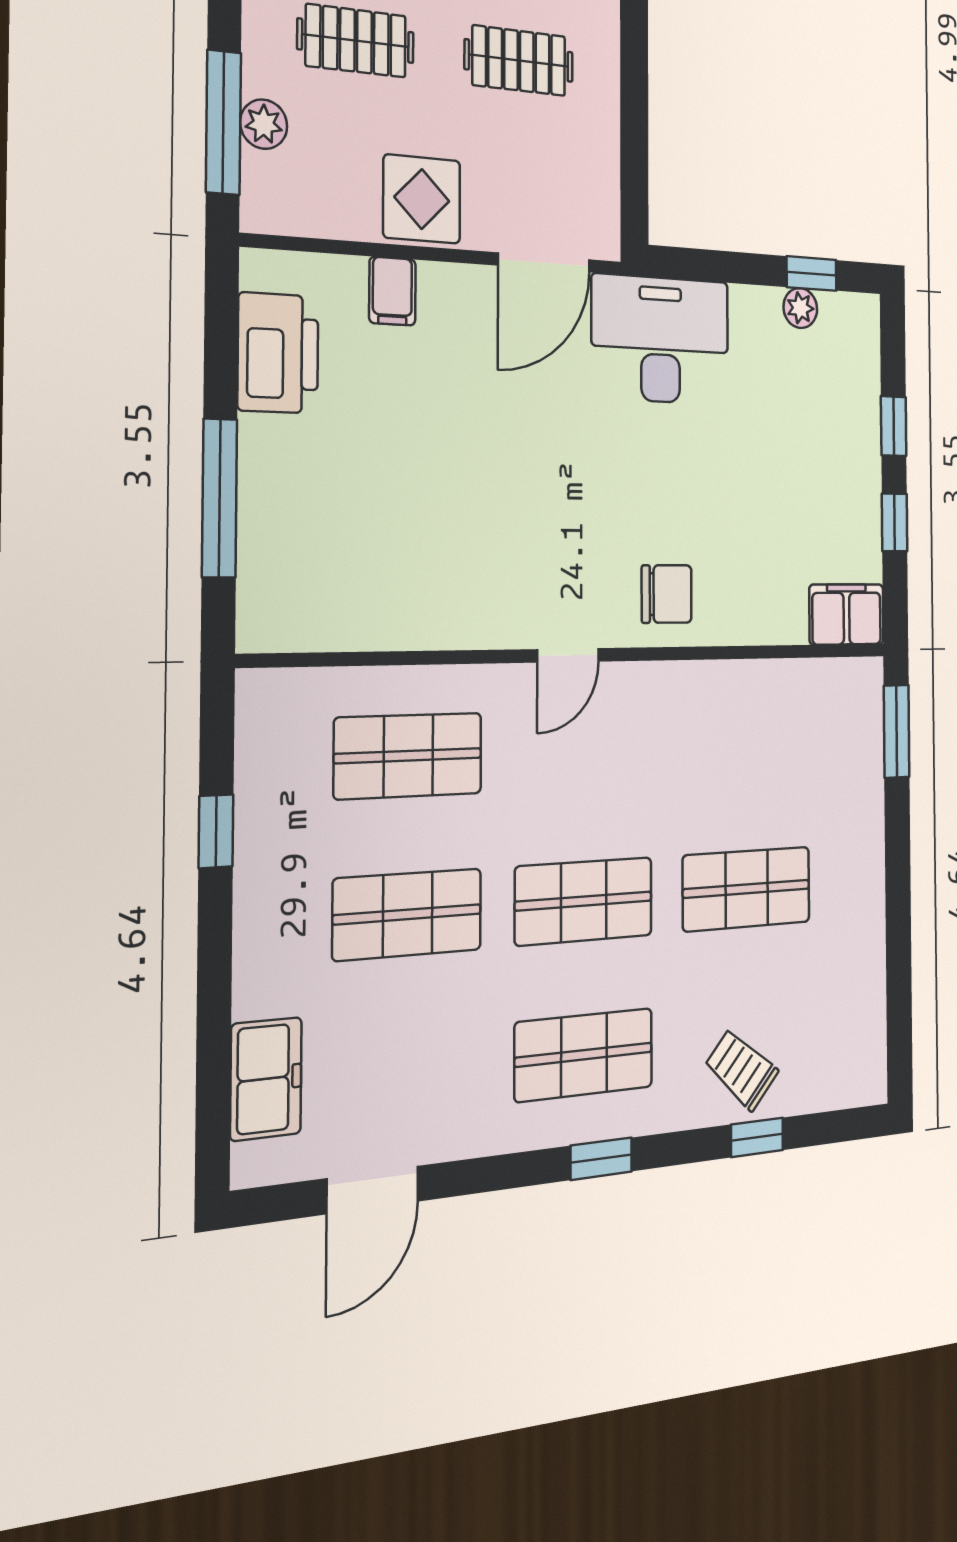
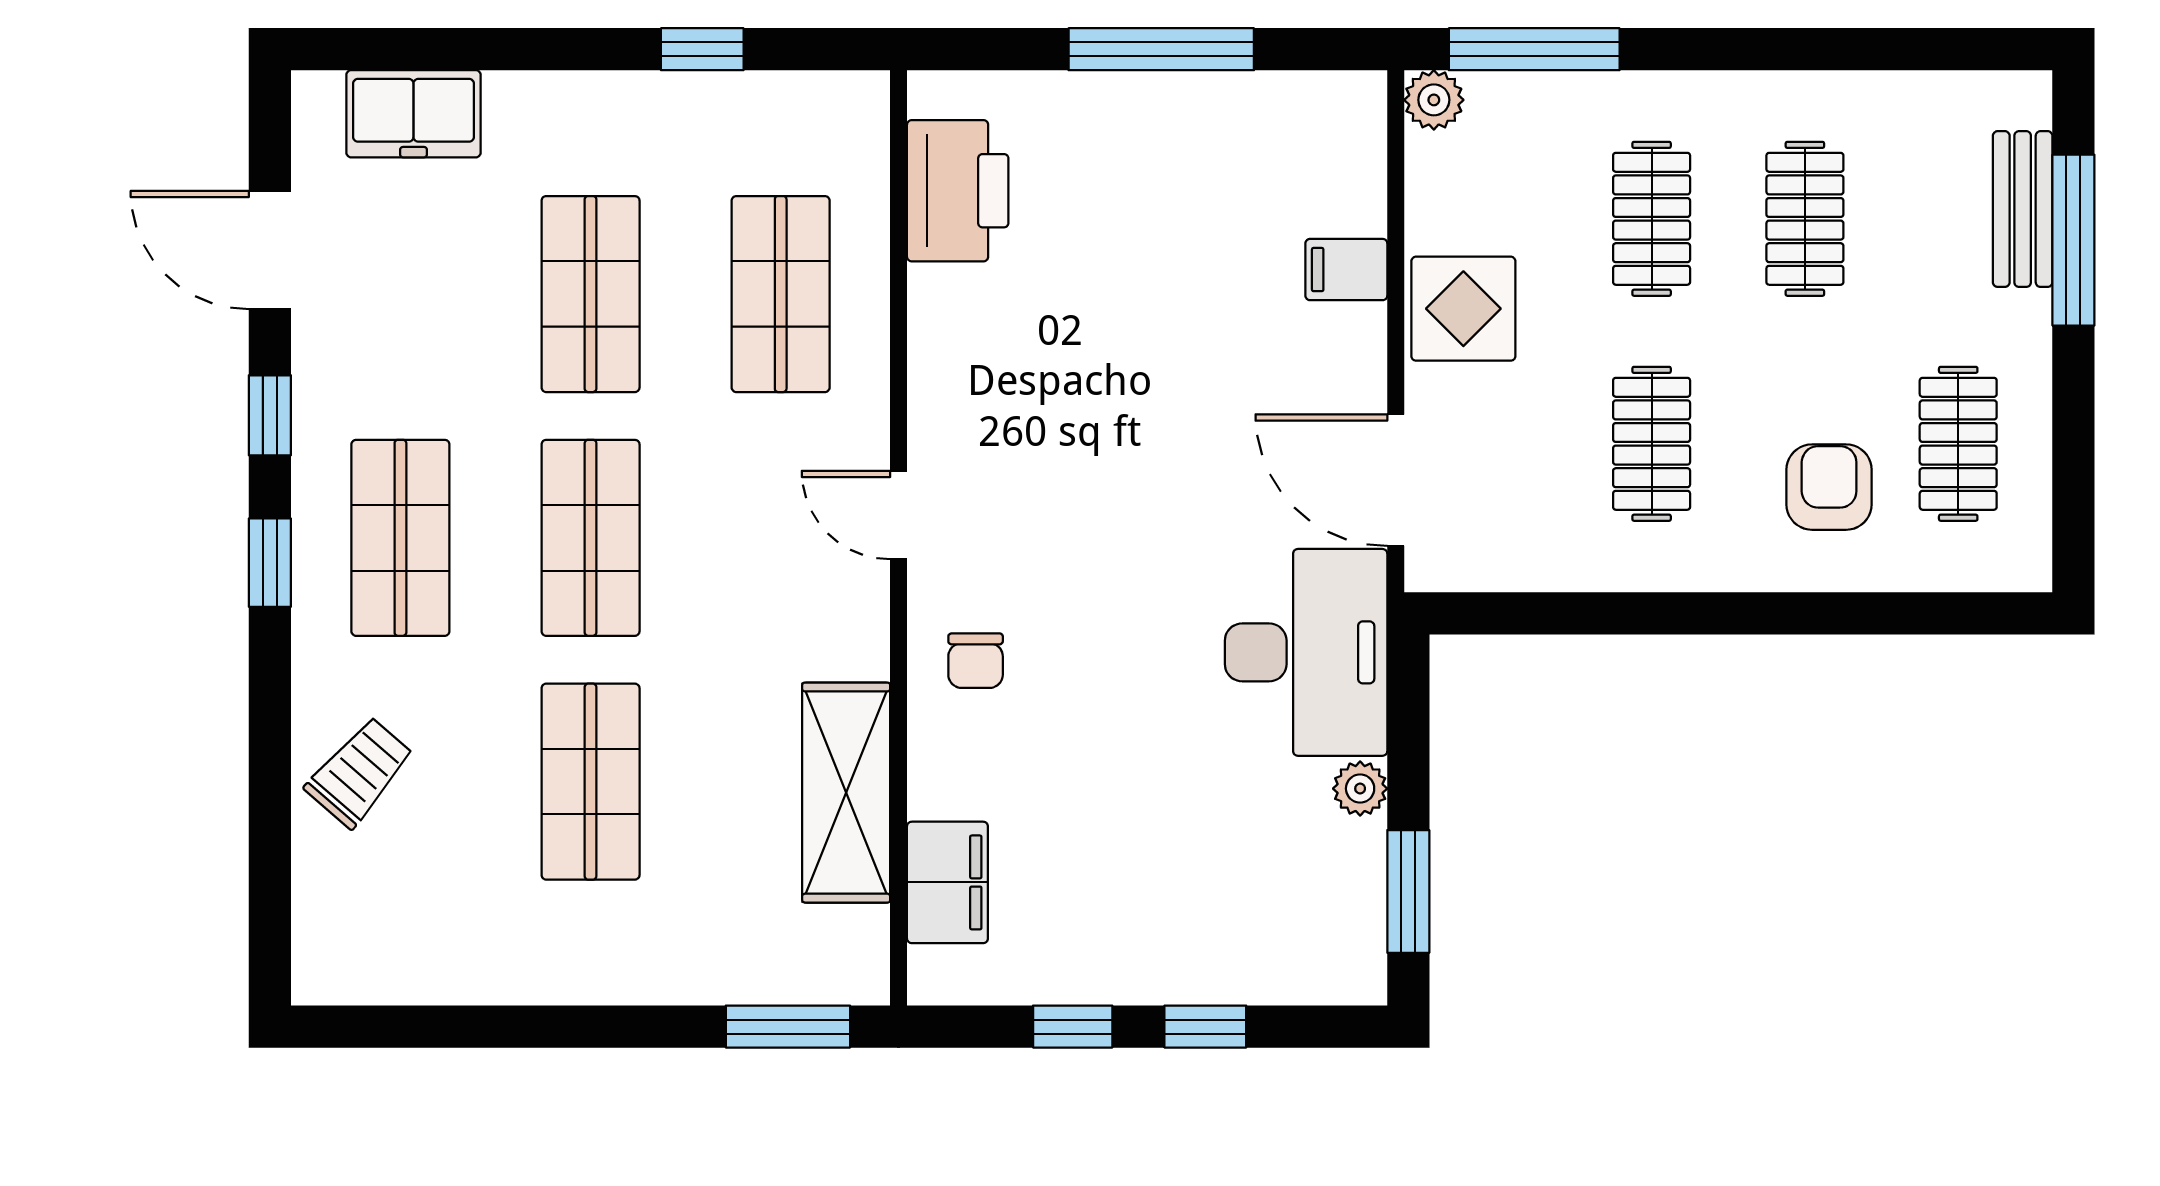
plant: (264, 124) -> (1434, 100), moved
window: (812, 273) -> (1408, 891), width x1.50
plant: (800, 308) -> (1360, 789), moved
printer: (278, 353) -> (958, 191), moved, turned -90
window: (219, 498) -> (1161, 49), moved
chair: (667, 594) -> (976, 661), width x0.73, depth x0.73
filing cabinet: (847, 614) -> (947, 882), moved
shelving: (753, 692) -> (846, 793), added
window: (757, 1137) -> (270, 415), moved

